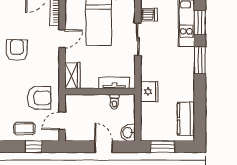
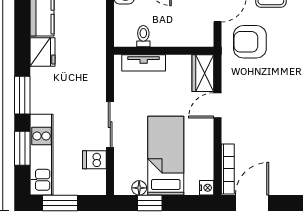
door: (62, 39) -> (217, 105), moved
armchair: (17, 50) -> (281, 110), removed
fridge: (149, 92) -> (42, 52), moved, turned 180

